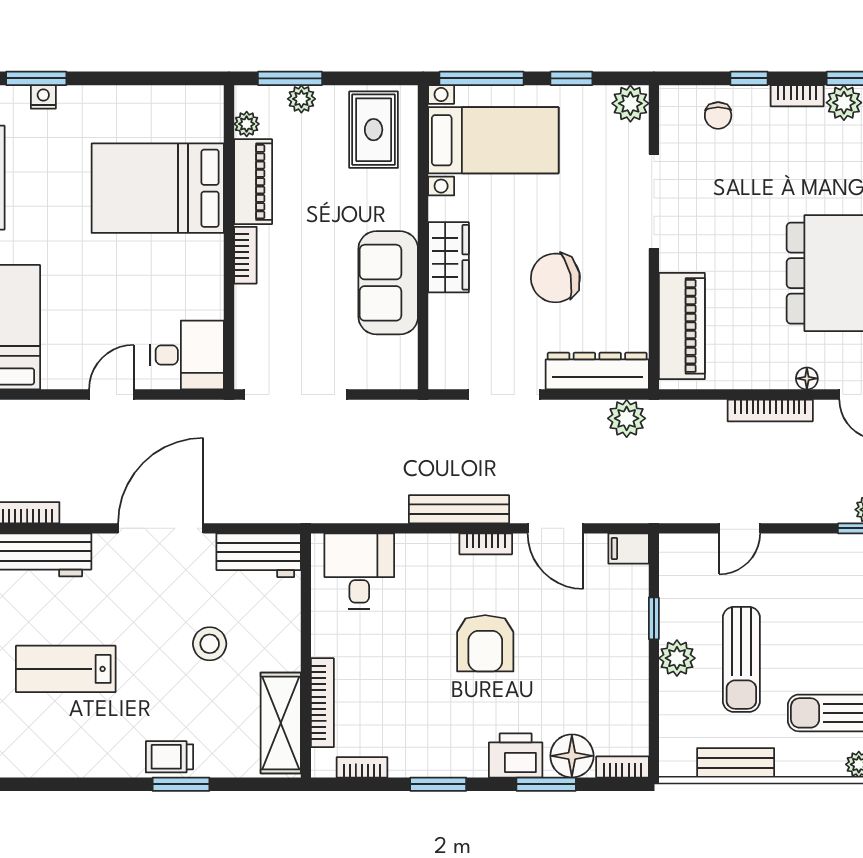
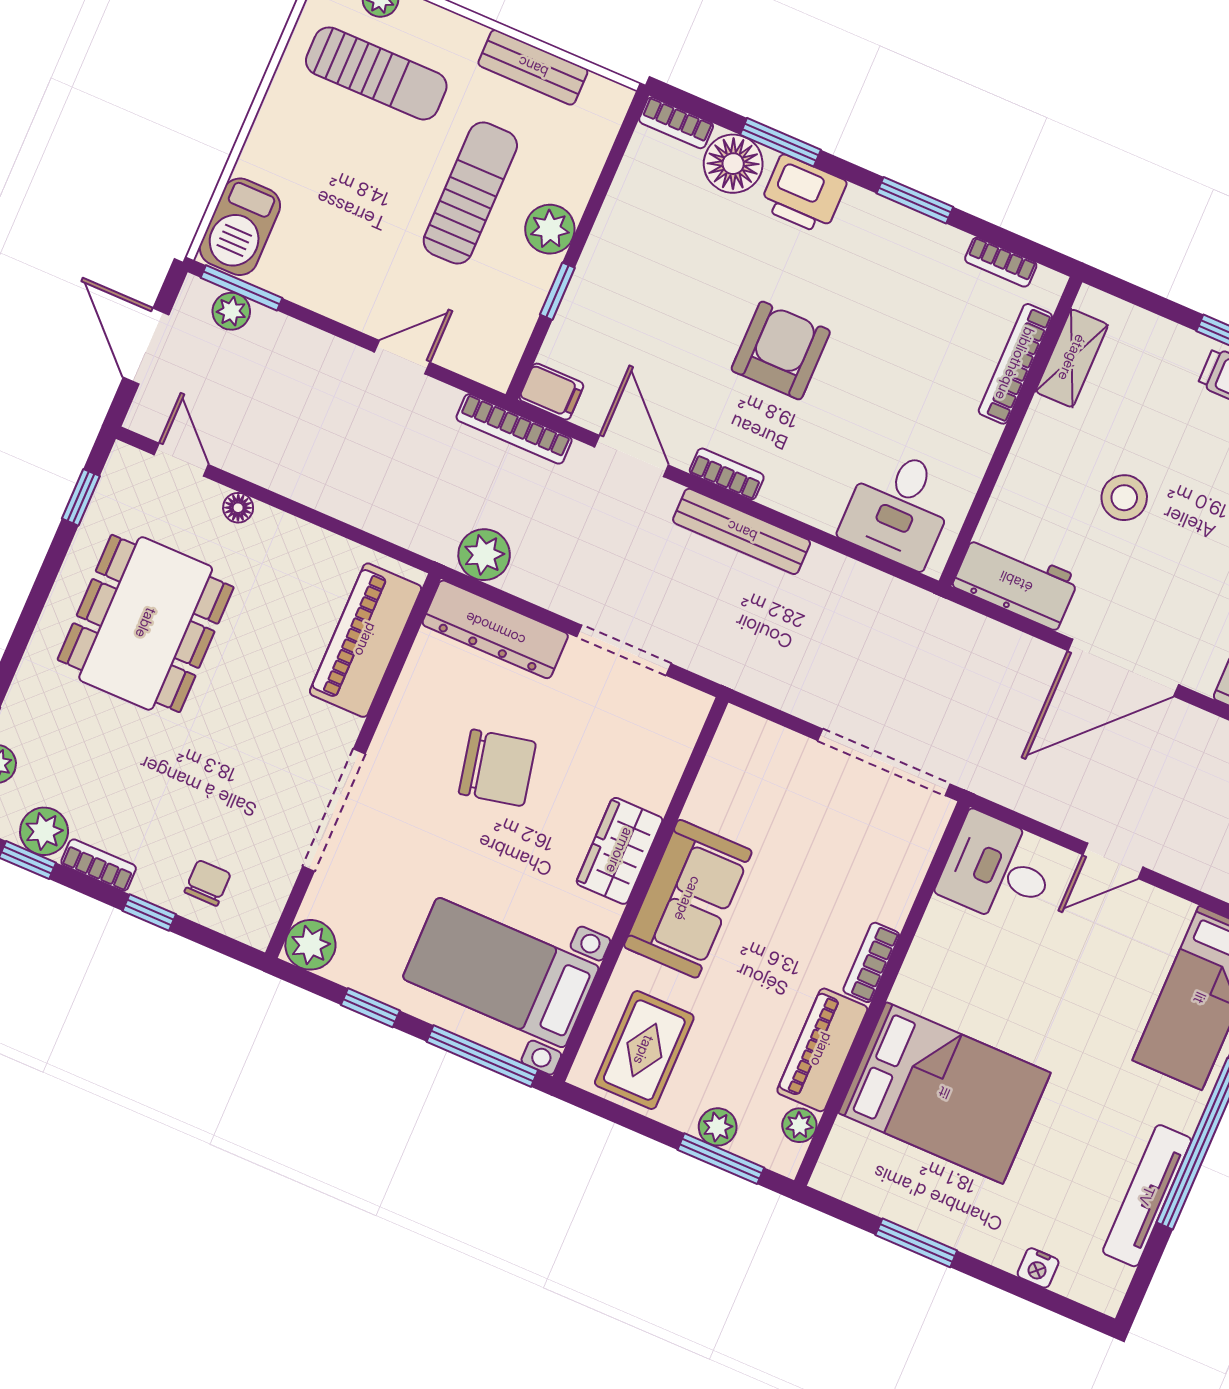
window: (36, 78) -> (916, 1243), moved
sofa: (388, 283) -> (688, 899), moved
bookcase: (770, 410) -> (514, 429), moved, turned 180
shelving: (281, 723) -> (1072, 358), width x0.67, depth x0.75

